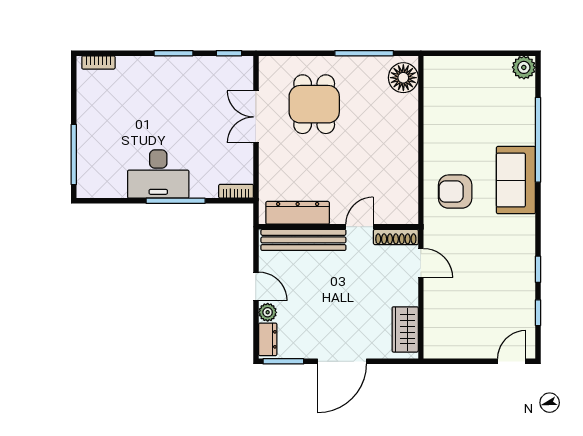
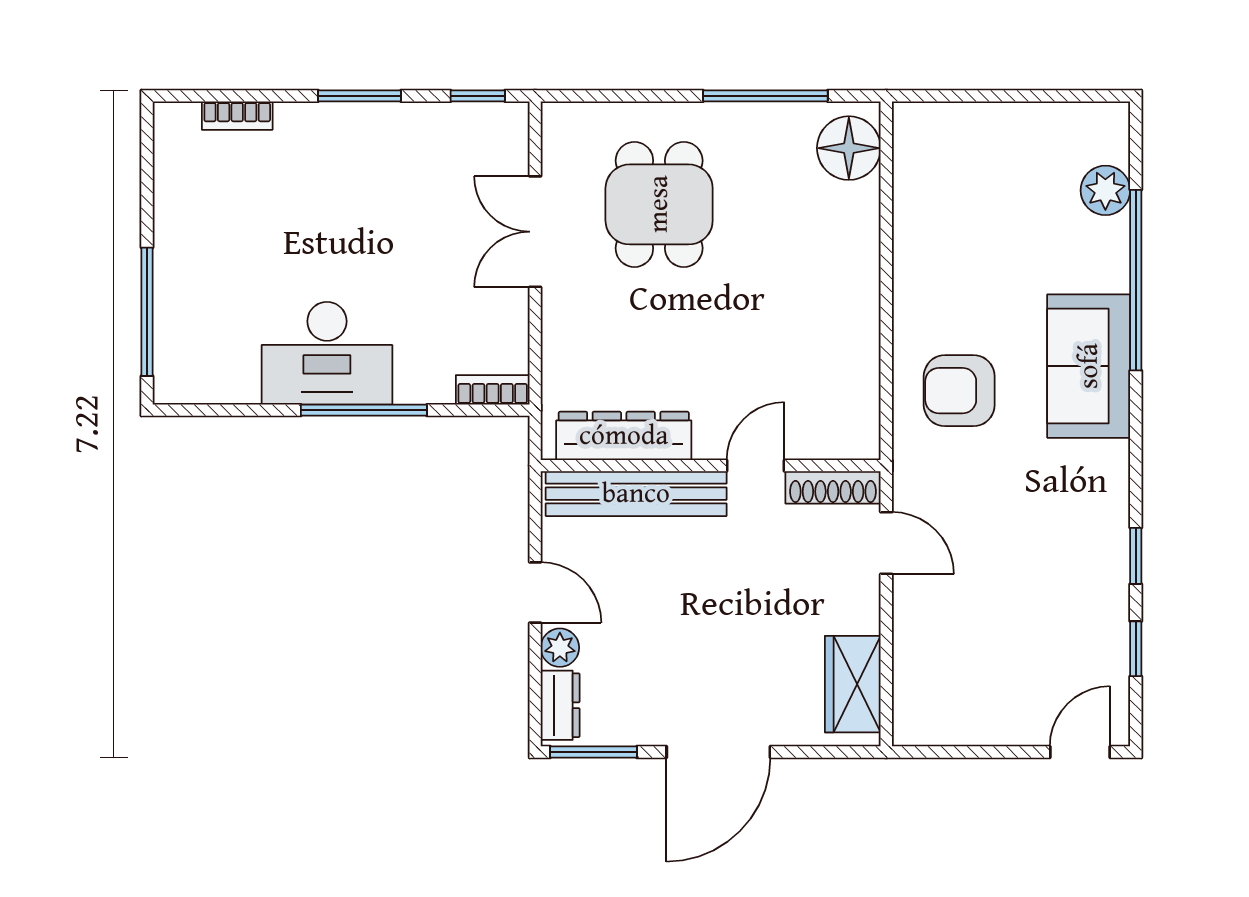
bookcase: (98, 62) -> (237, 116), moved
plant: (524, 67) -> (1105, 190), moved

